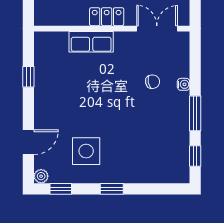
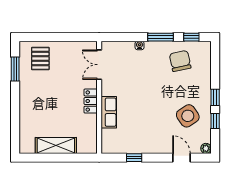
chair: (153, 82) -> (180, 61), moved, width x1.87, depth x1.87
side table: (86, 151) -> (188, 116), turned -34
window: (61, 189) -> (215, 121), moved

